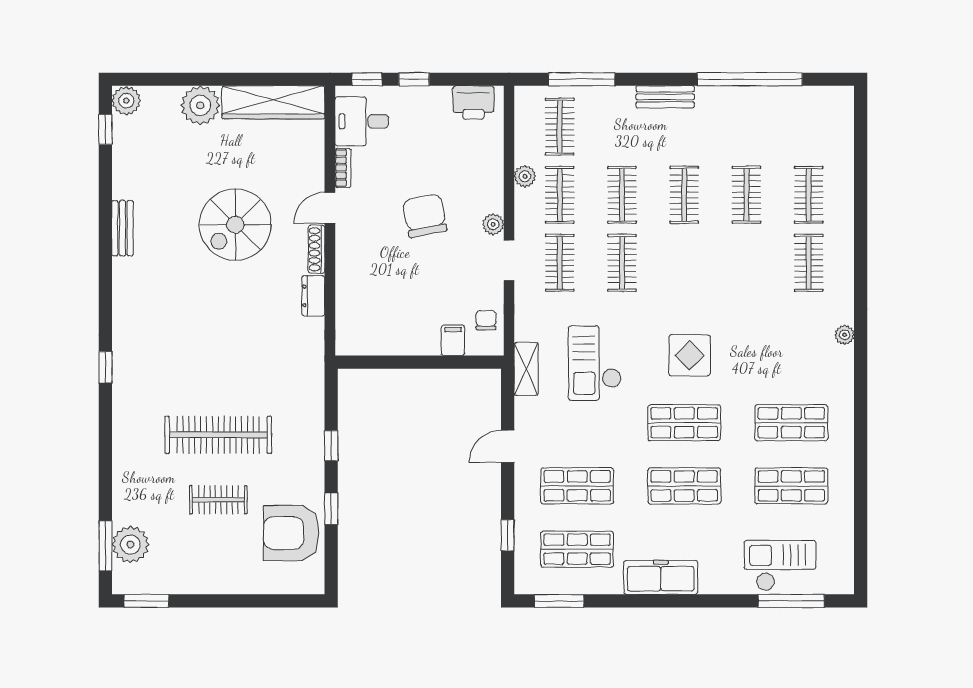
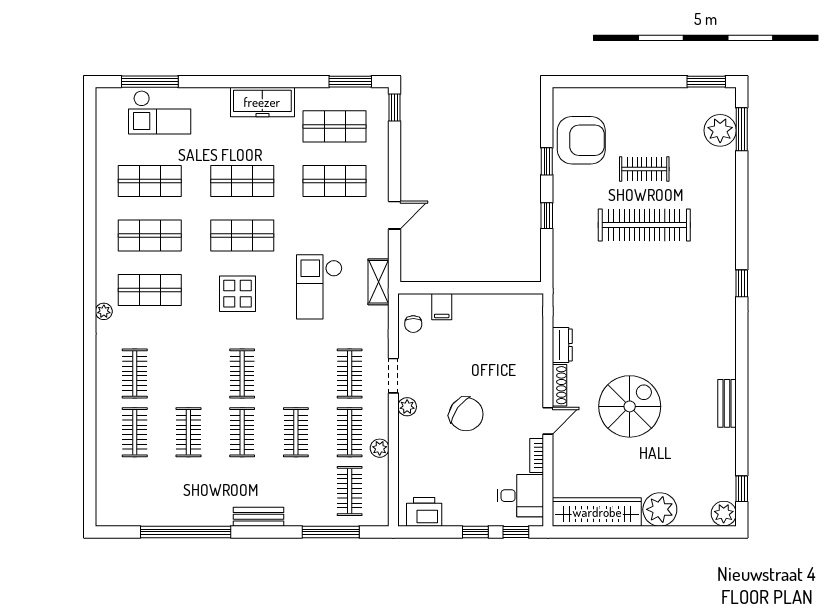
chair: (425, 216) -> (466, 414), turned -43
clothes rail: (622, 263) -> (242, 373), moved
shop shelf: (791, 360) -> (150, 290), added
checkout: (595, 363) -> (319, 287), turned 180
window: (508, 535) -> (395, 108), moved

